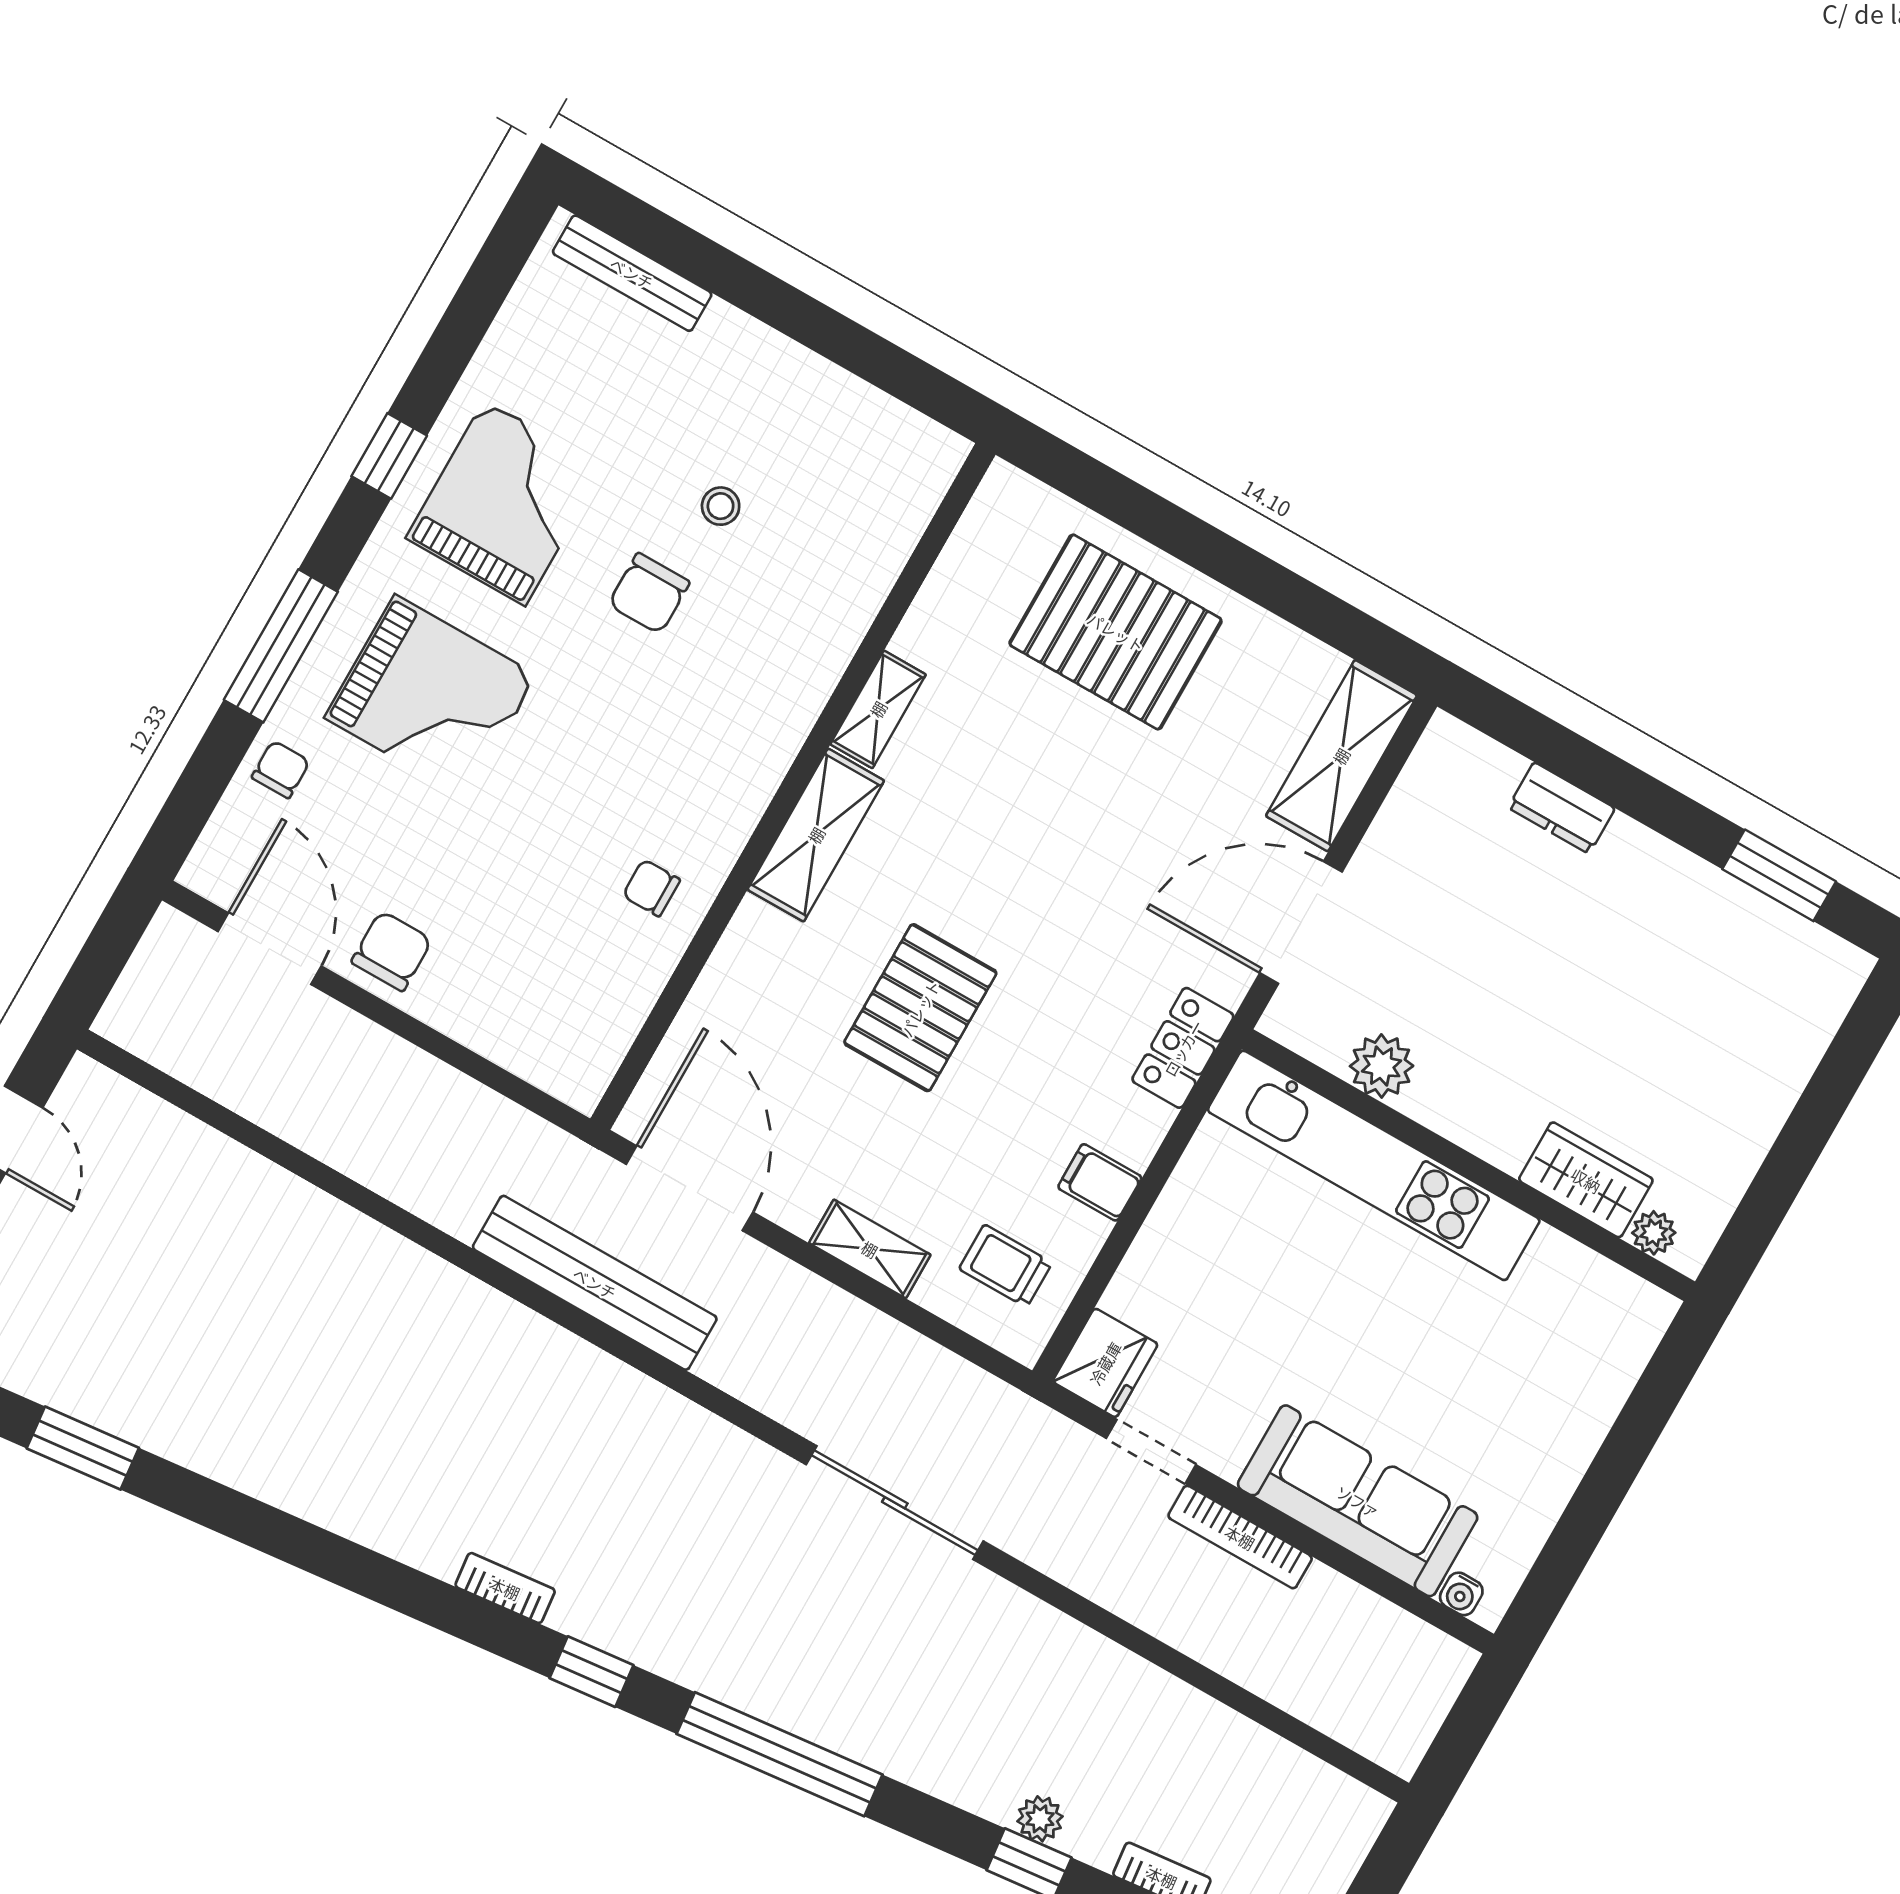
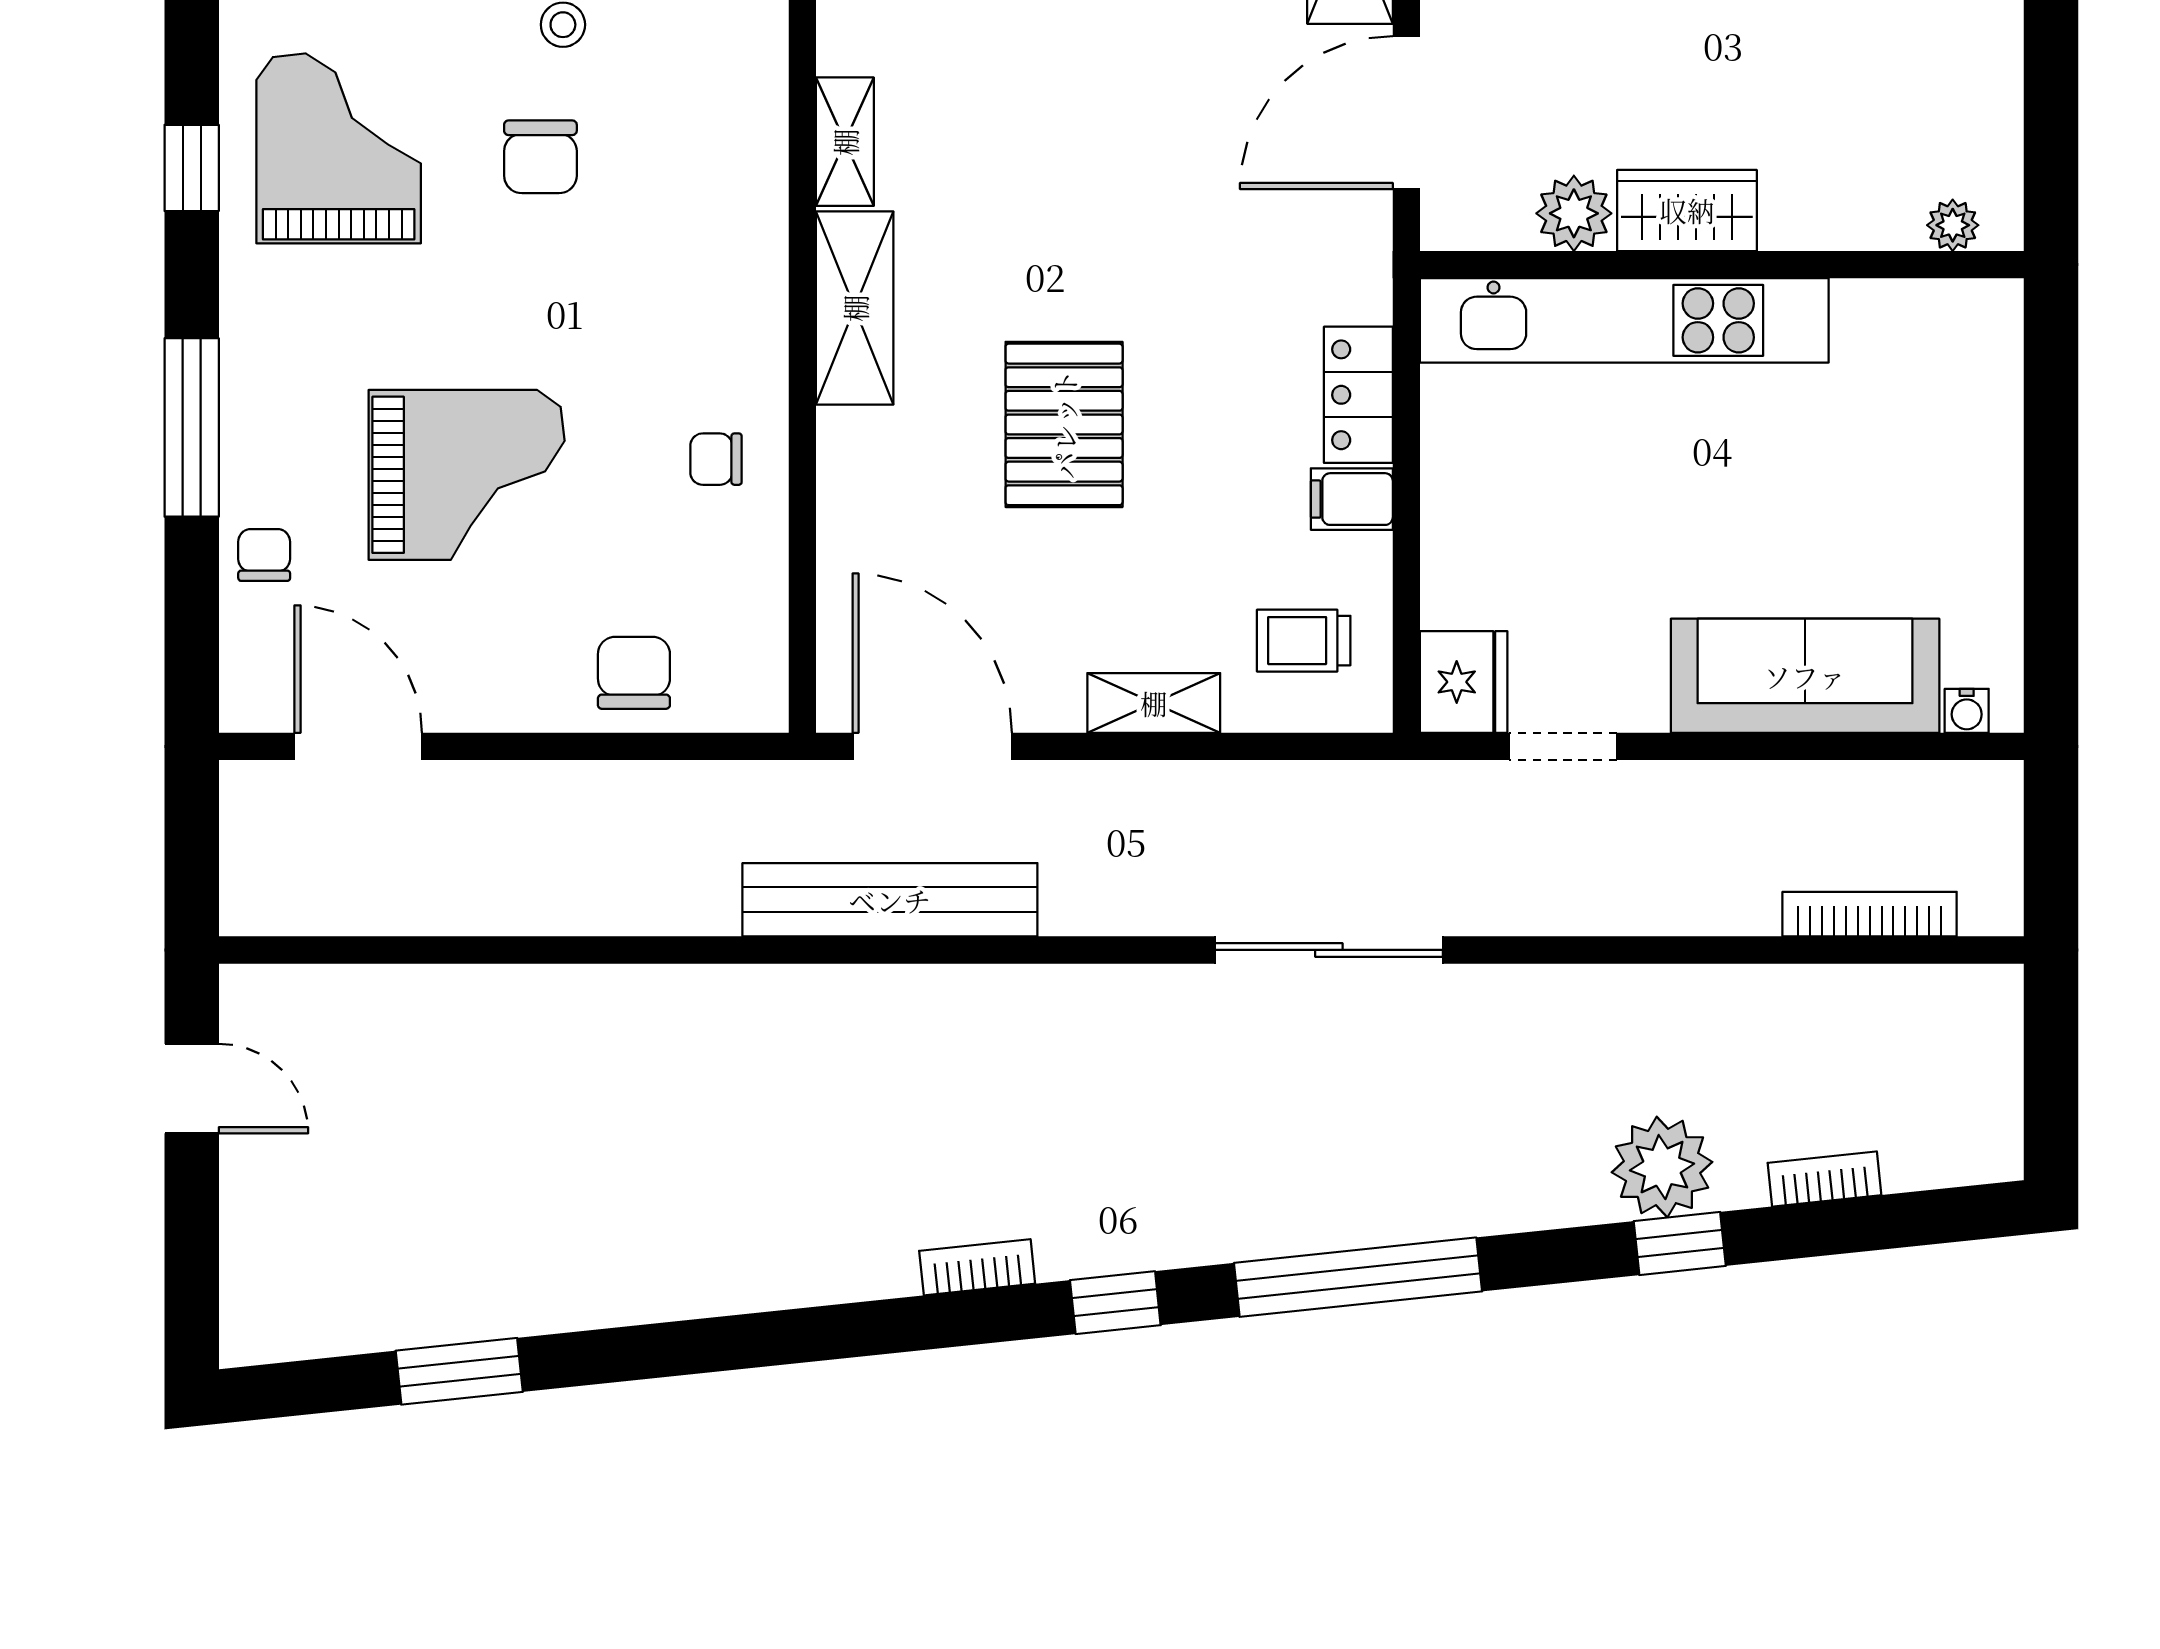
grand piano: (431, 697) -> (467, 475), moved
chair: (392, 951) -> (634, 673), moved
locker: (1183, 1048) -> (1358, 395), moved
wardrobe: (1586, 1180) -> (1687, 210), moved
bookcase: (1240, 1537) -> (1870, 914), moved, turned 180
plant: (1040, 1819) -> (1662, 1167), width x1.87, depth x1.87

